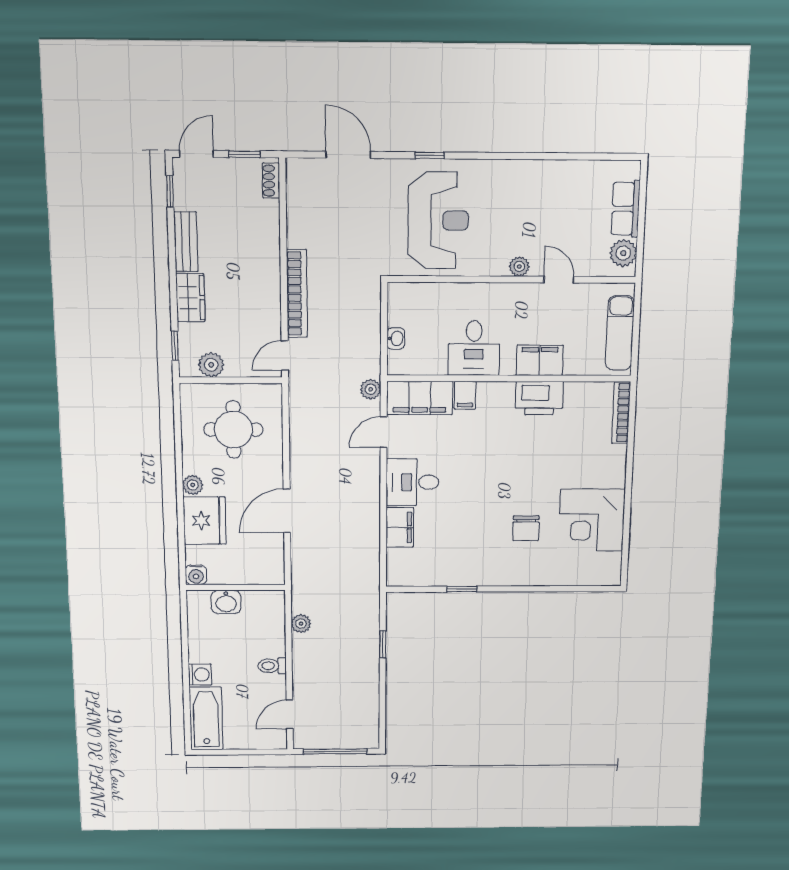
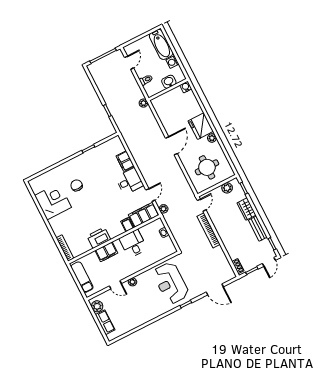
water cooler: (196, 575) -> (186, 87), moved
wall: (235, 587) -> (168, 90), moved
washbasin: (226, 602) -> (169, 82), moved

